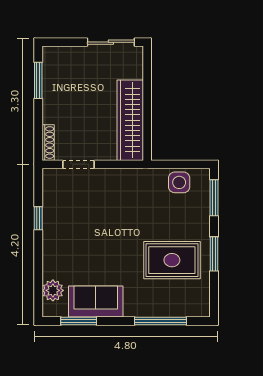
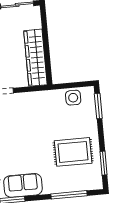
window: (214, 254) -> (103, 163), moved

